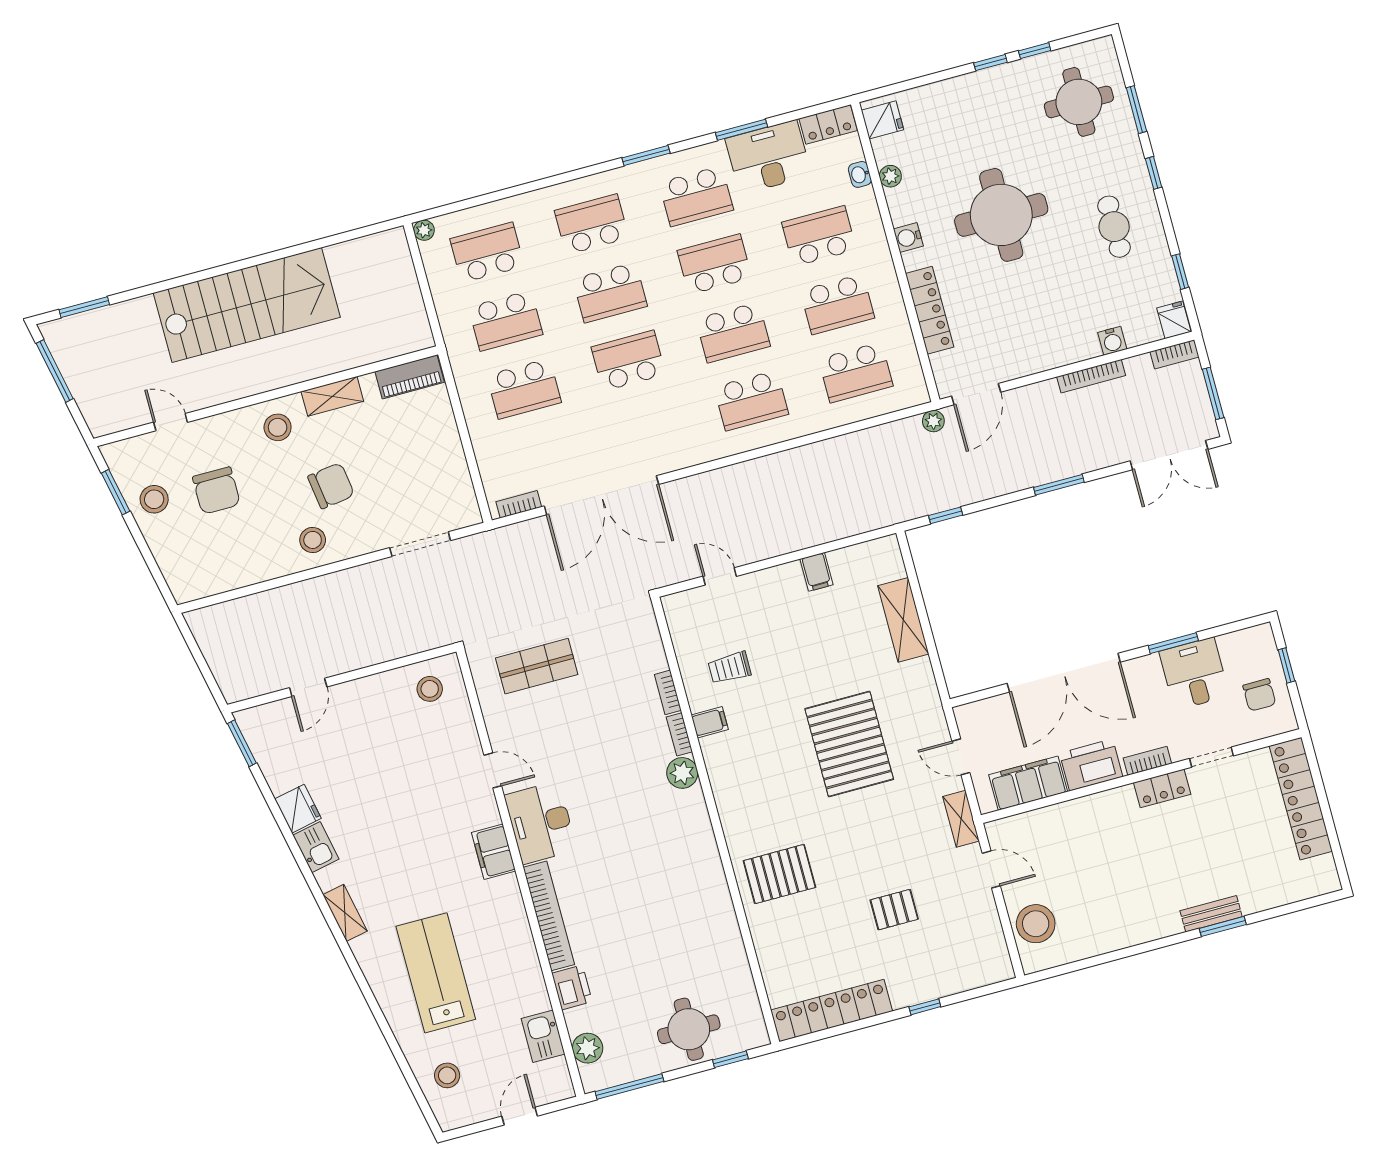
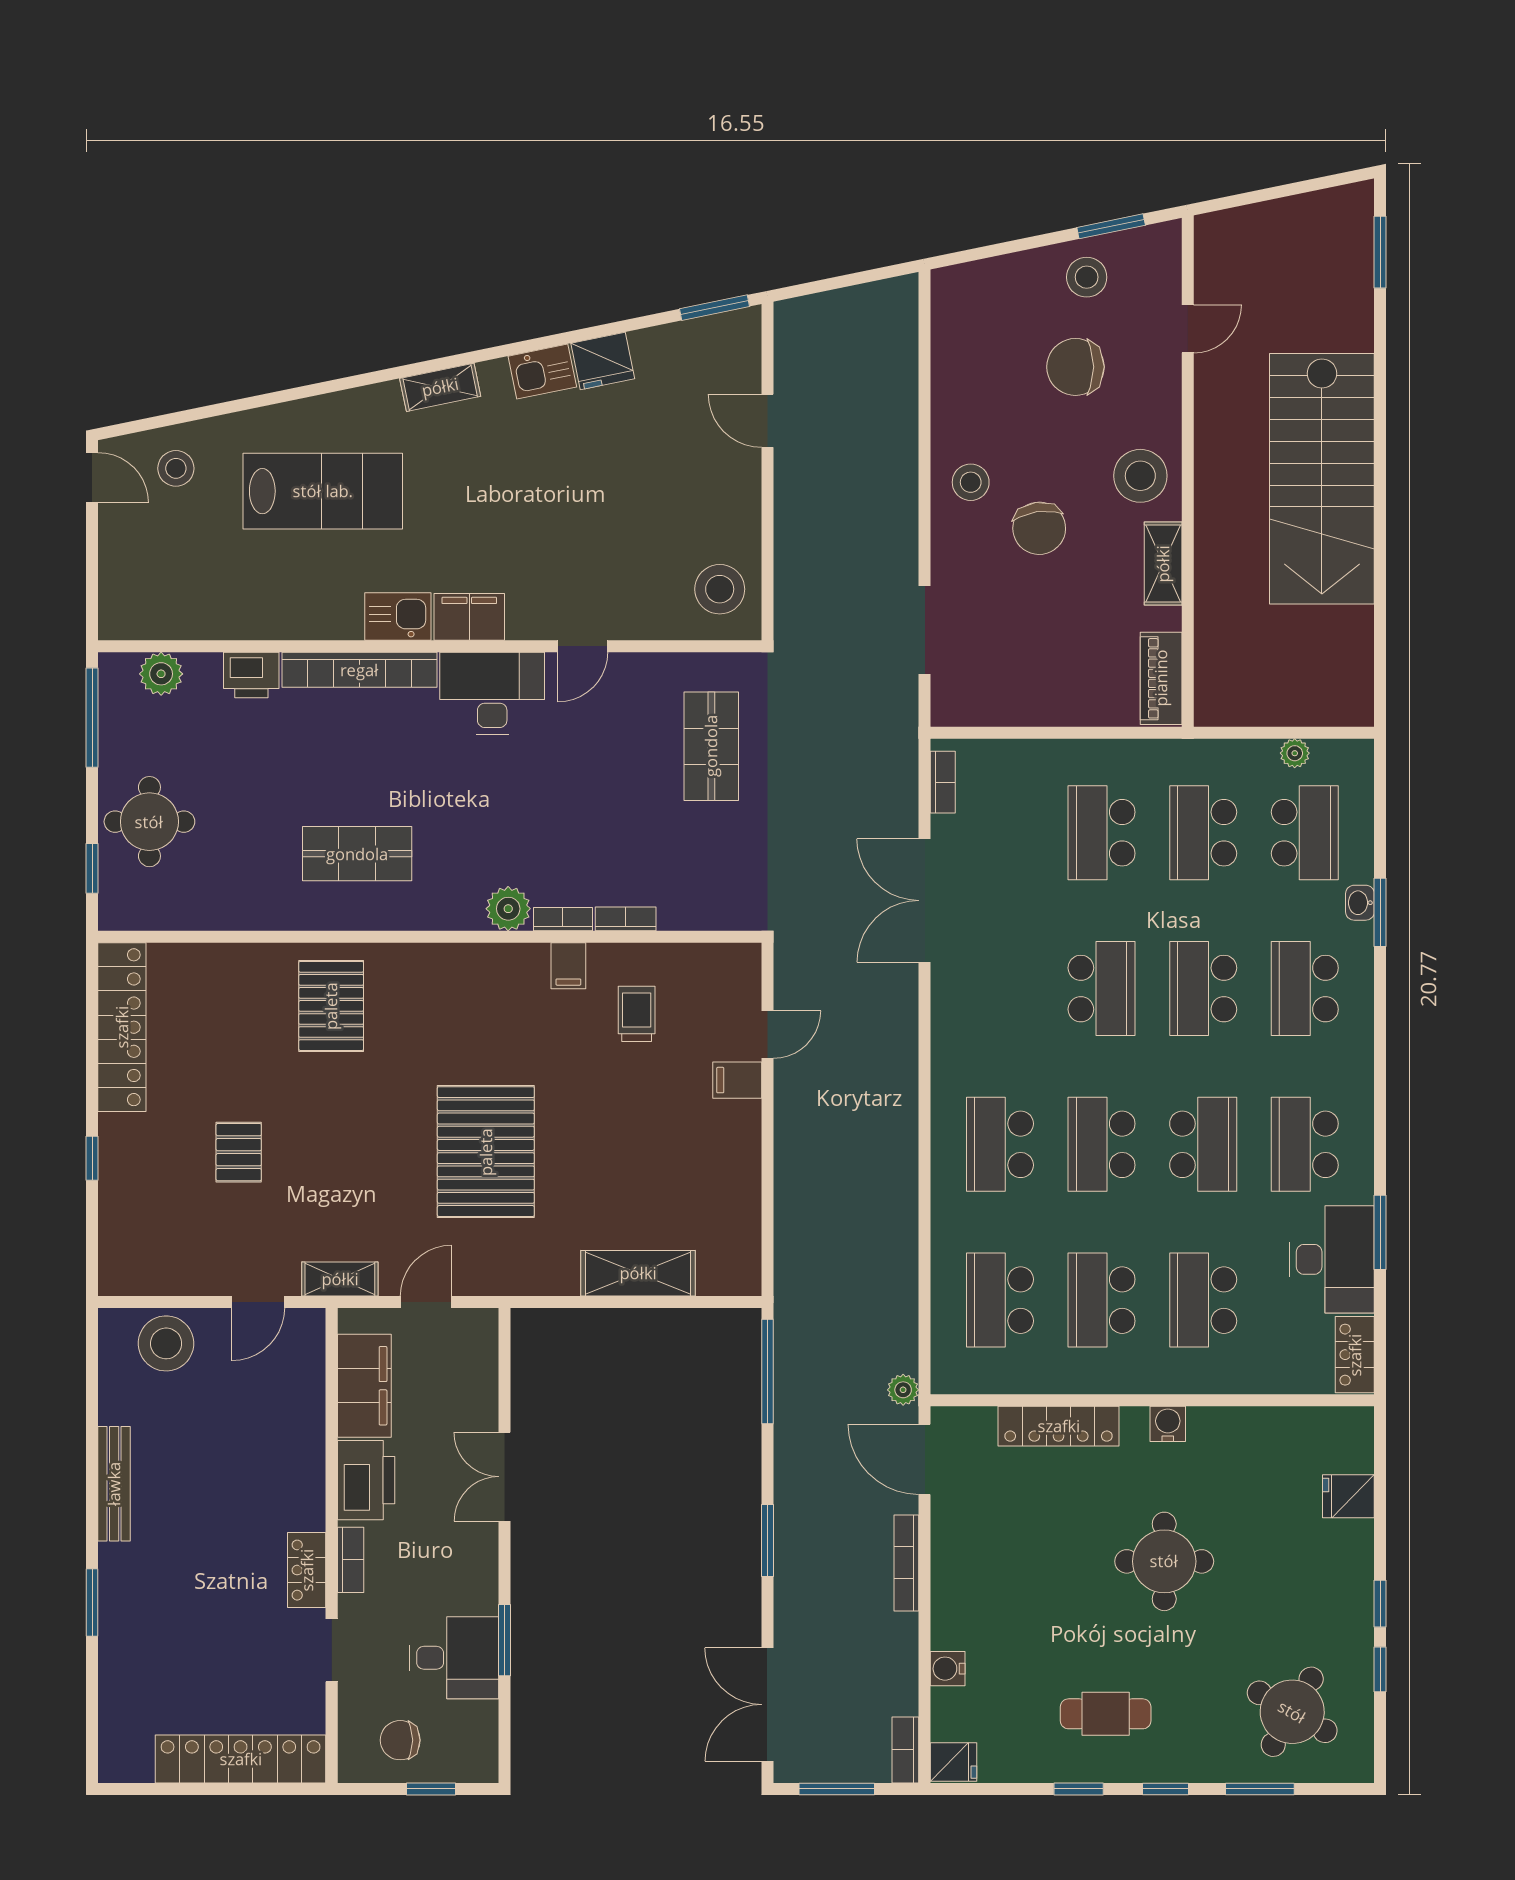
round table: (1079, 102) -> (1292, 1712), turned 30
fridge: (882, 120) -> (1348, 1496), moved, turned 90
window: (646, 155) -> (1380, 912), moved
washbasin: (860, 174) -> (1360, 903), moved, turned -90
plant: (890, 176) -> (1260, 1422), removed
round table: (1001, 215) -> (1164, 1561), width x0.73, depth x0.73
school desk: (592, 224) -> (1305, 989), turned 180
plant: (424, 230) -> (1295, 753), moved
school desk: (819, 236) -> (1203, 1300), turned 180
window: (1180, 272) -> (1079, 1789), moved
window: (55, 371) -> (1302, 187), removed
bookcase: (1091, 376) -> (906, 1563), moved
stool: (278, 427) -> (1140, 476), width x1.38, depth x1.38
double door: (601, 495) -> (925, 901), width x0.73
window: (946, 515) -> (767, 1371), width x2.17
filing cabinet: (817, 572) -> (737, 1080), moved
double door: (1064, 673) -> (504, 1477), width x0.54
stool: (430, 689) -> (720, 589), width x1.38, depth x1.38
pallet: (849, 744) -> (486, 1152), turned 90
shop shelf: (673, 884) -> (357, 854), added
bench: (1211, 914) -> (114, 1484), moved, width x1.36
kitchen sink: (543, 1036) -> (398, 616), moved
door: (520, 1116) -> (92, 478), moved

